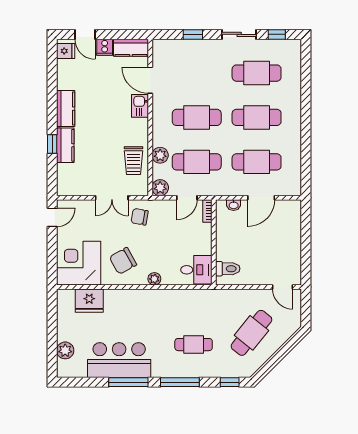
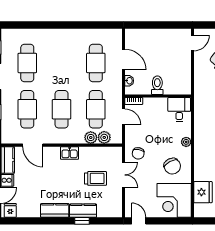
door: (150, 80) -> (33, 145), hinge flipped
kitchen sink: (140, 106) -> (70, 153), moved
cafe table: (257, 117) -> (27, 109), moved
trolley: (134, 161) -> (96, 178), moved
plant: (160, 188) -> (104, 137), moved
toilet: (228, 269) -> (157, 85), moved

